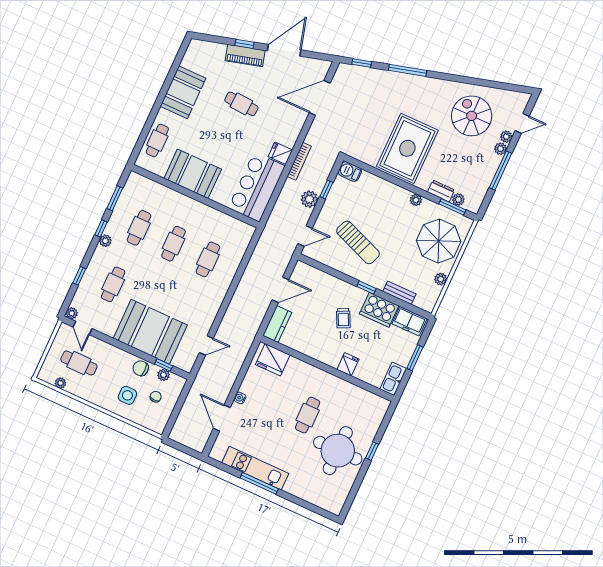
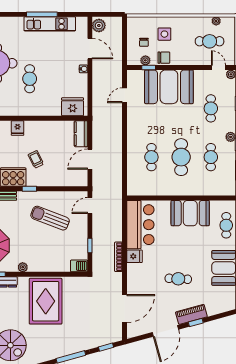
plant: (309, 199) -> (99, 26), moved
cafe table: (173, 244) -> (181, 157), width x1.37, depth x1.35

